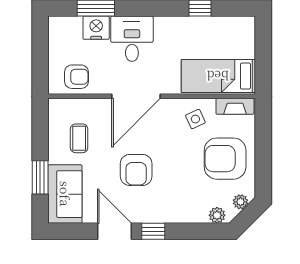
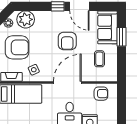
armchair: (76, 77) -> (101, 94), turned 180
armchair: (136, 170) -> (67, 41), turned 180
plant: (217, 215) -> (26, 19), width x1.87, depth x1.87

